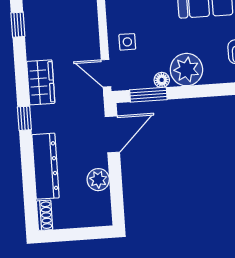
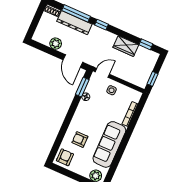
plant: (186, 70) -> (85, 111), removed
wardrobe: (41, 82) -> (126, 46), moved
window: (28, 172) -> (76, 13), added

